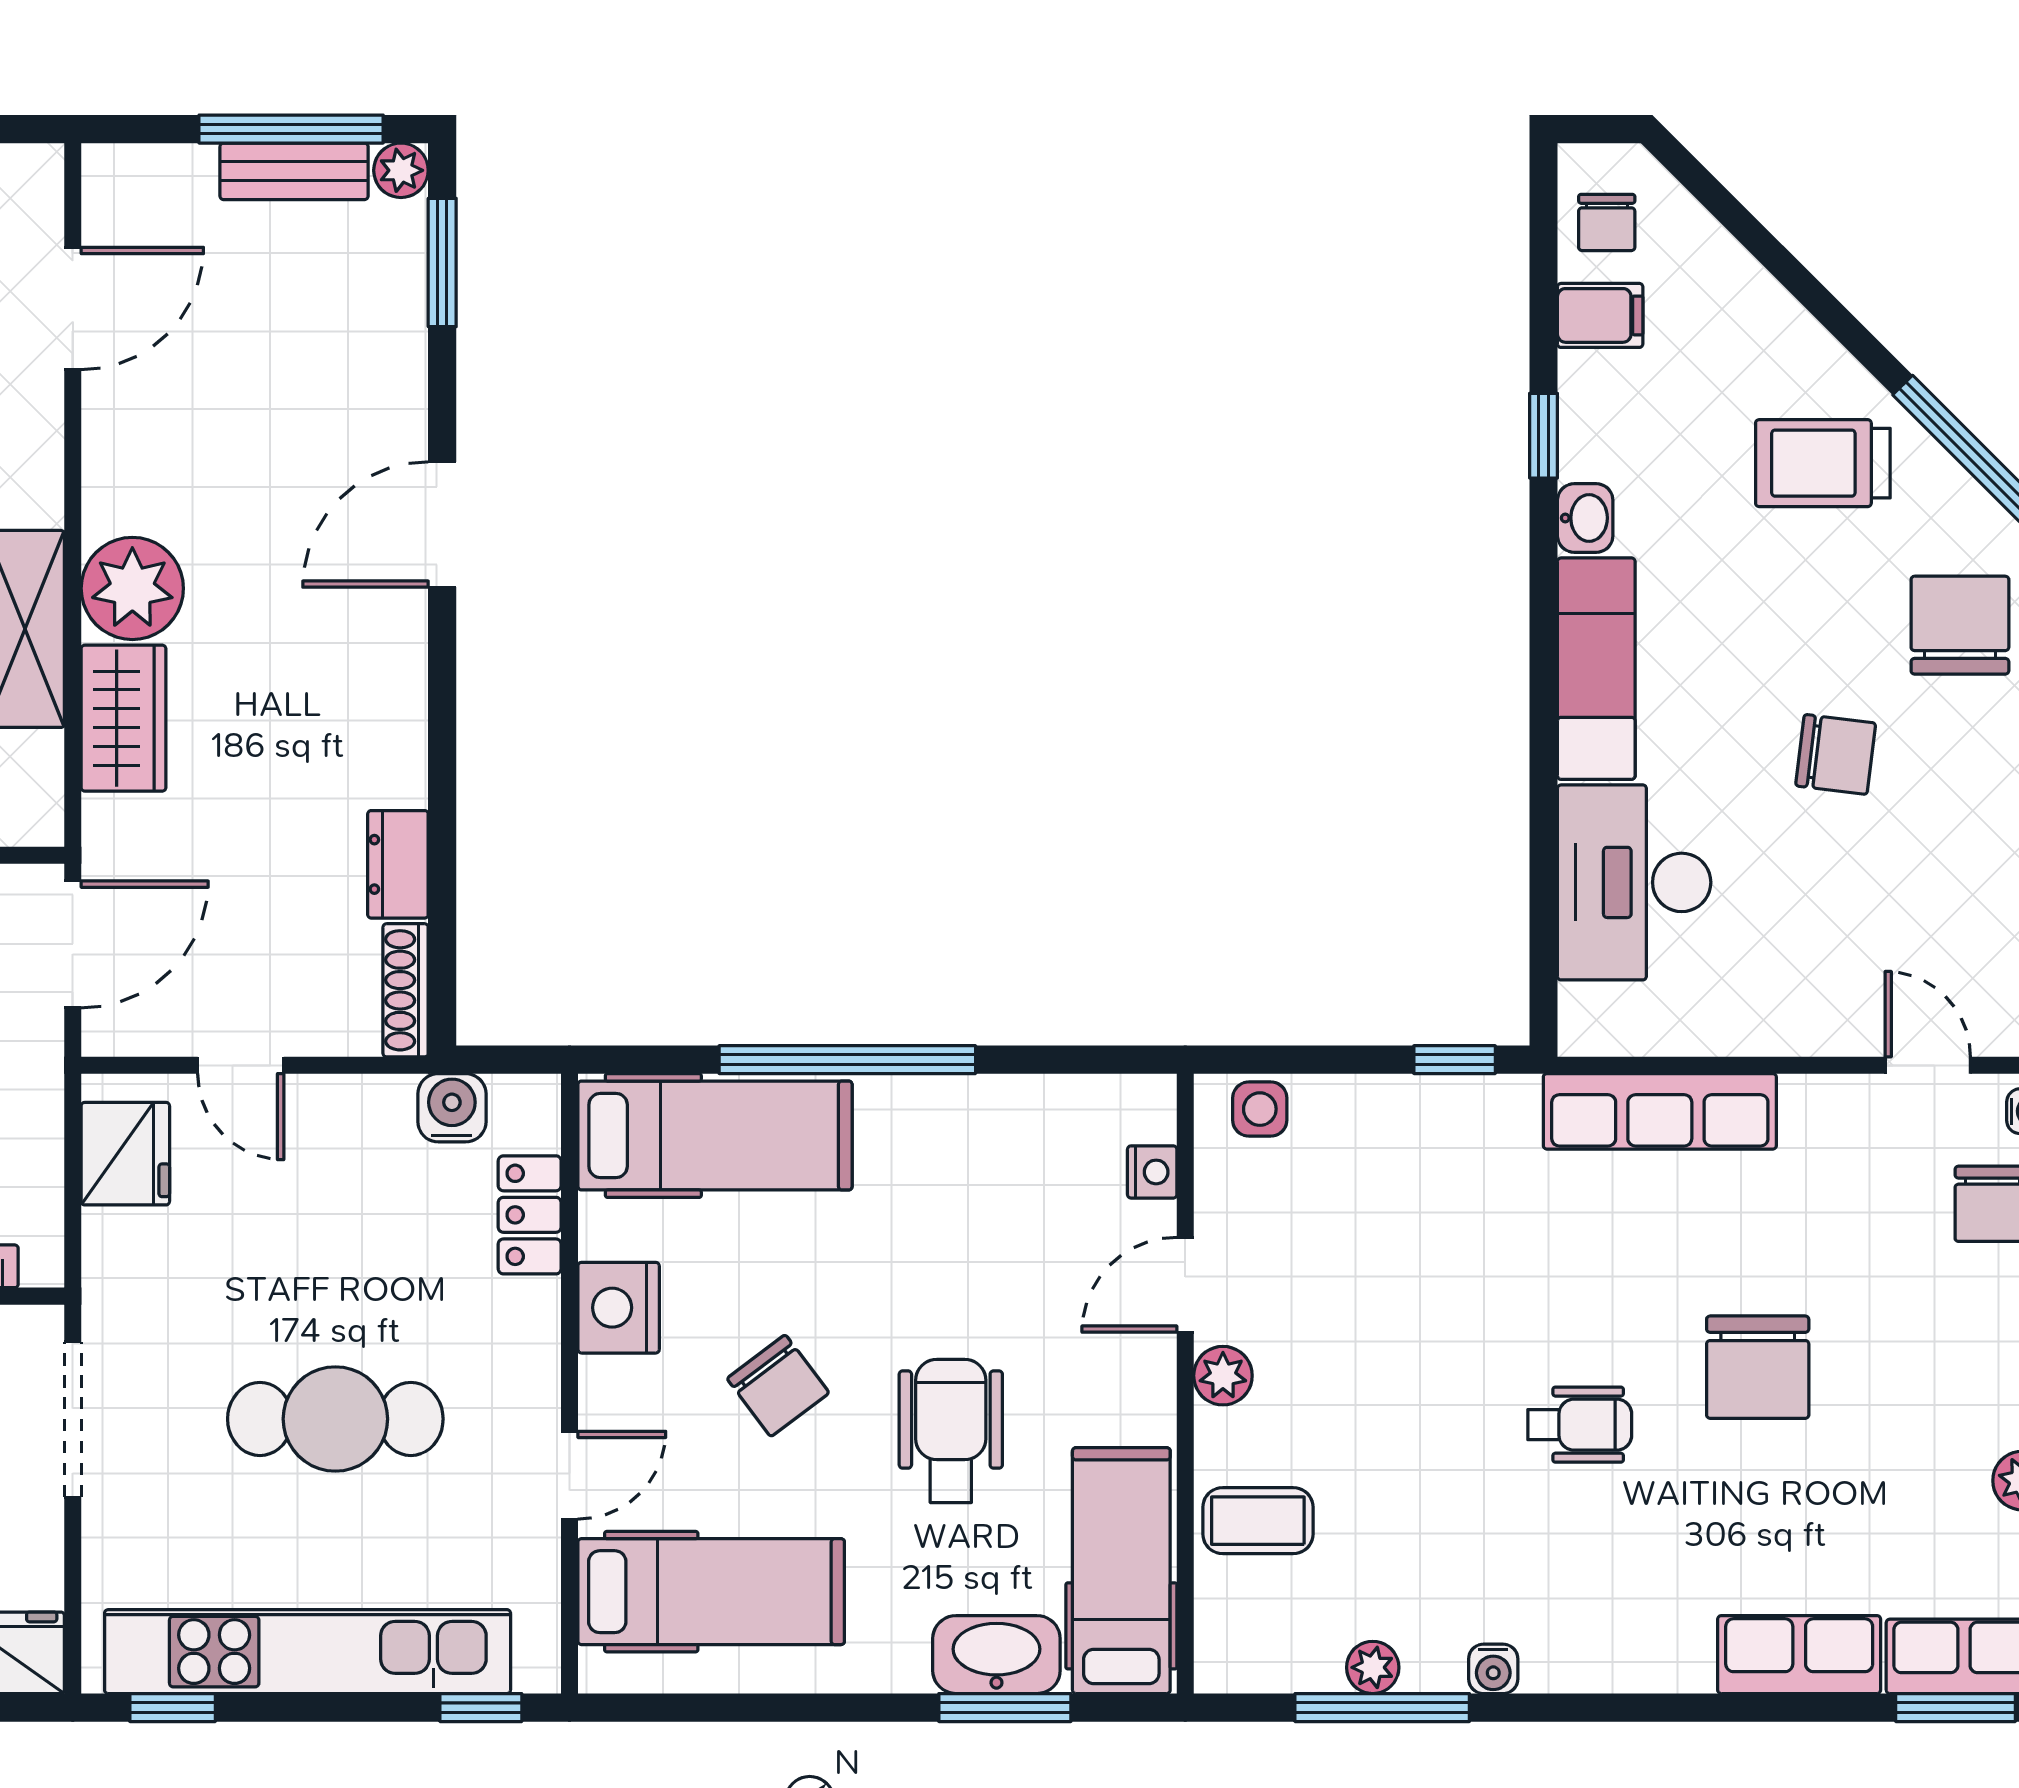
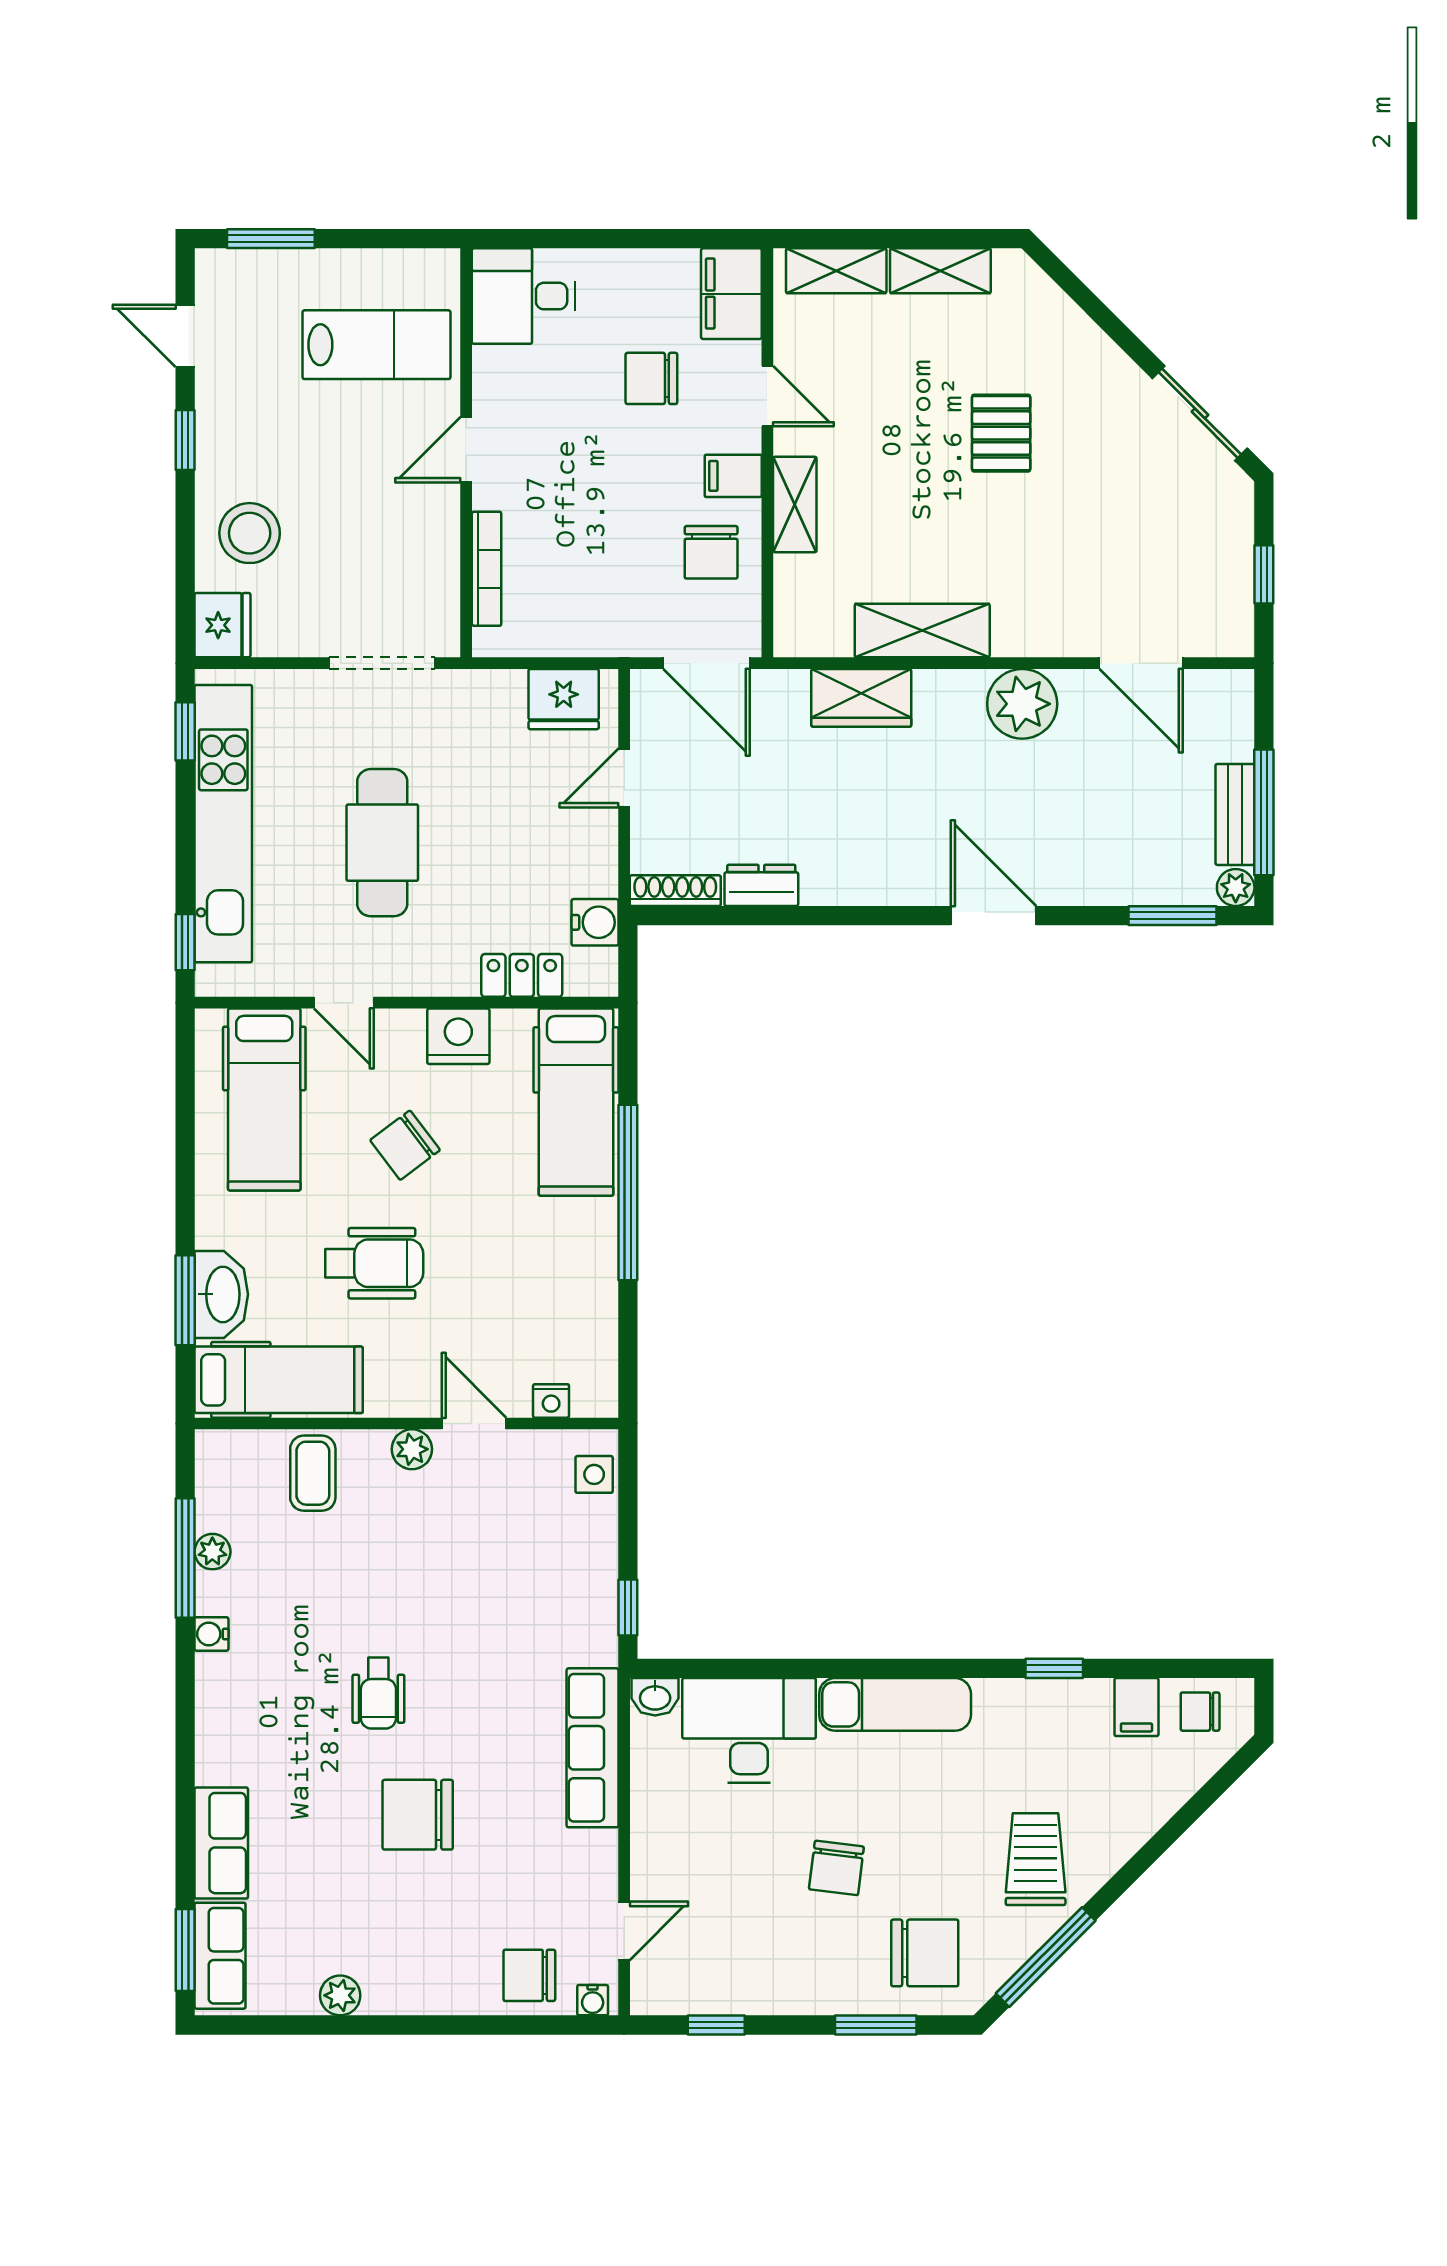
washbasin: (1585, 518) -> (655, 1697), moved
plant: (132, 588) -> (1022, 704), moved

